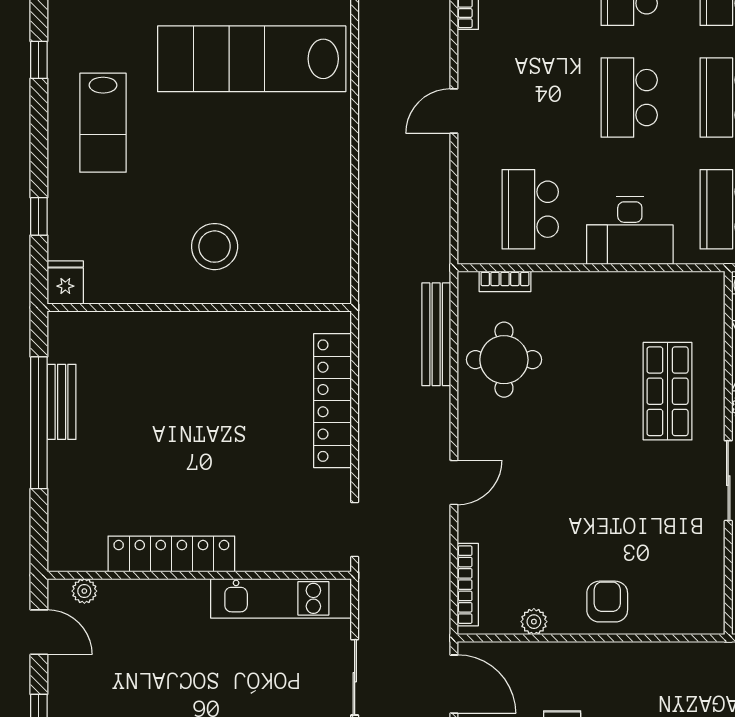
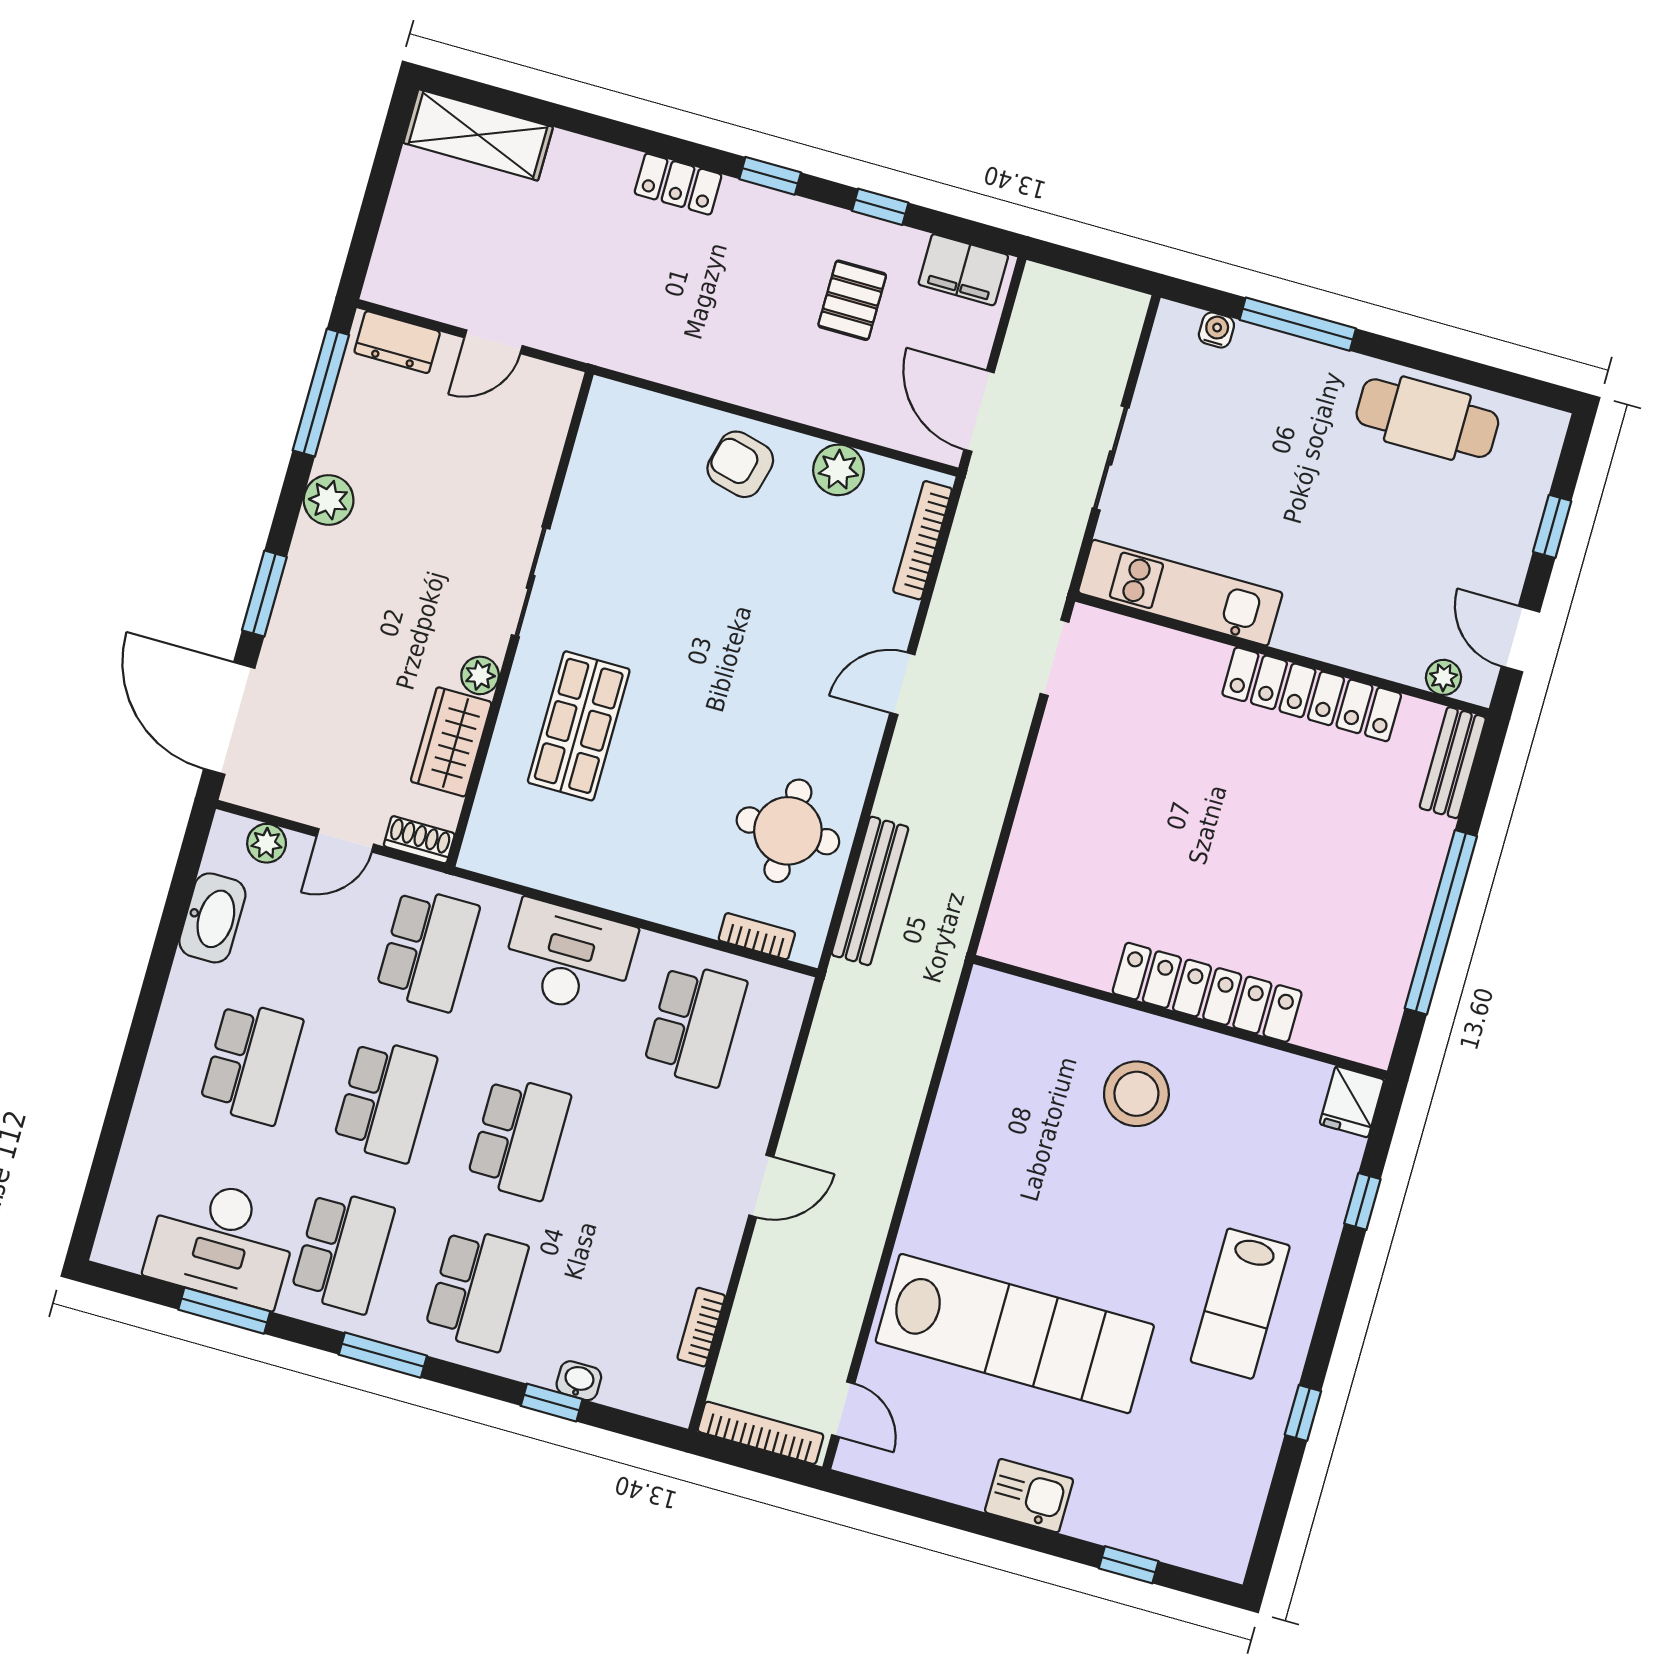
lab bench: (103, 123) -> (1240, 1304), turned 180
locker: (332, 401) -> (1207, 992), moved, turned -90
bench: (62, 402) -> (1453, 763), moved
armchair: (607, 602) -> (740, 464), turned 104
plant: (534, 622) -> (839, 470), width x1.38, depth x1.38

